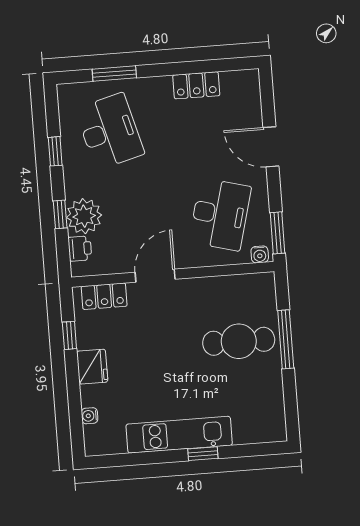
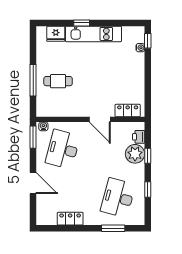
desk: (110, 131) -> (118, 198), turned 30
door: (155, 276) -> (100, 119), hinge flipped
window: (69, 335) -> (148, 41), moved
cafe table: (239, 341) -> (58, 81), width x0.73, depth x0.74
fridge: (92, 367) -> (56, 34), moved, turned -90

